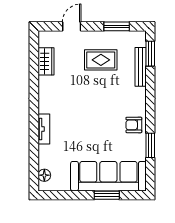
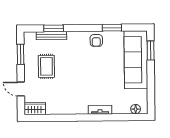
window: (150, 54) -> (54, 28), moved
wardrobe: (46, 61) -> (35, 109), moved
window: (107, 195) -> (151, 50), moved

